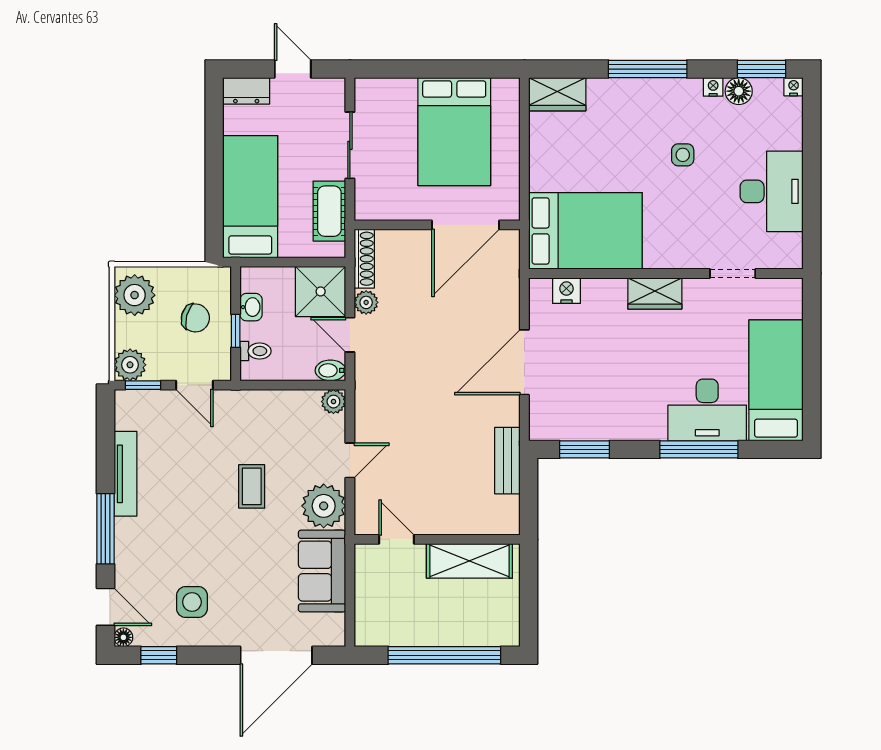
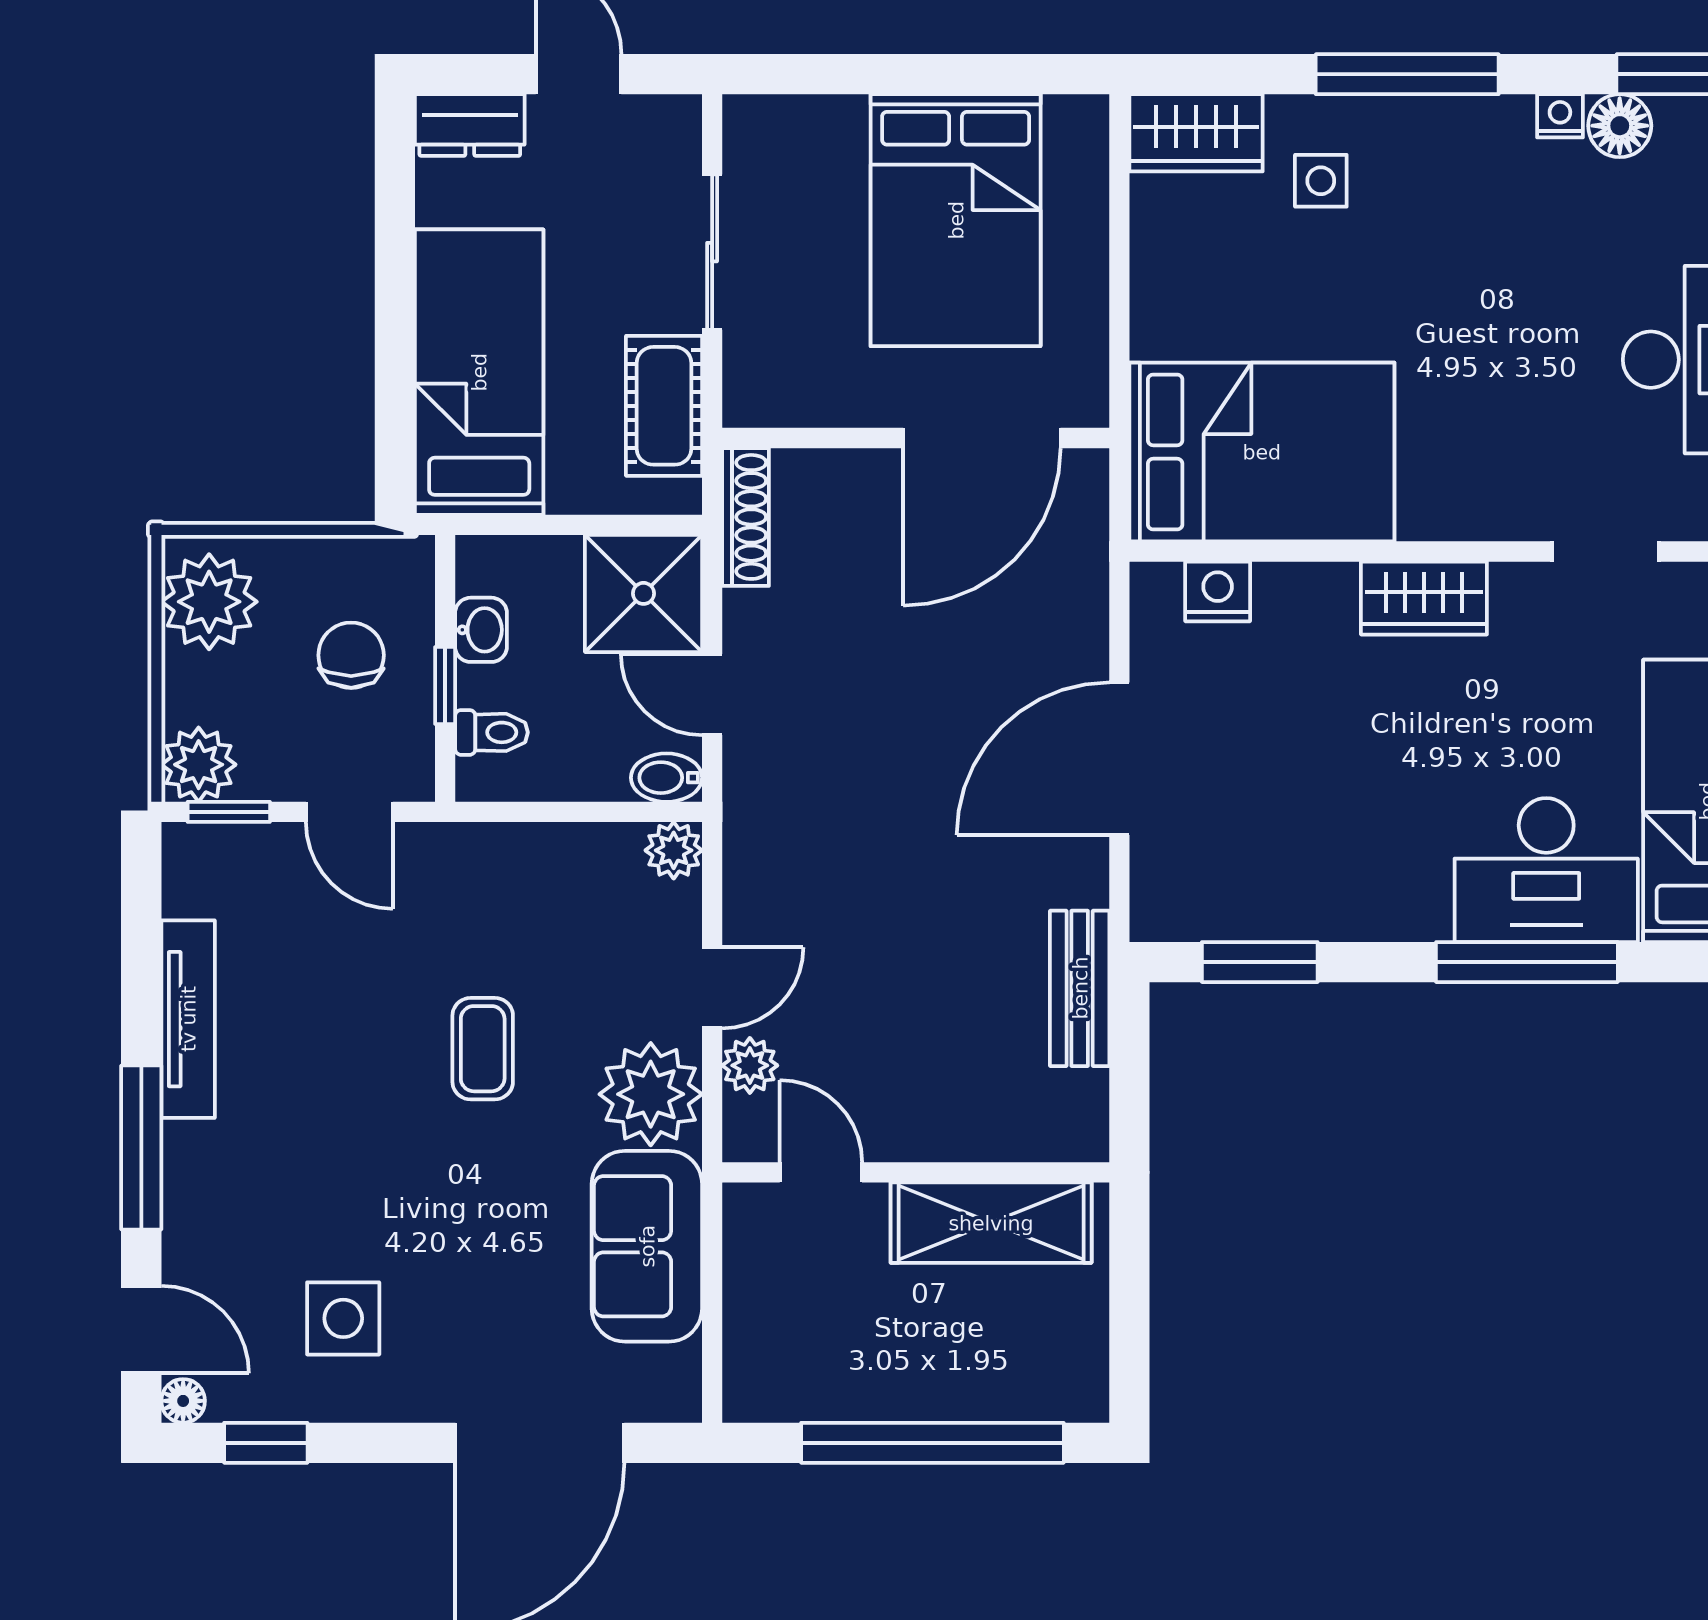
side table: (683, 155) -> (1321, 181), moved
plant: (366, 302) -> (750, 1065), moved
chair: (195, 318) -> (351, 655), turned -105

